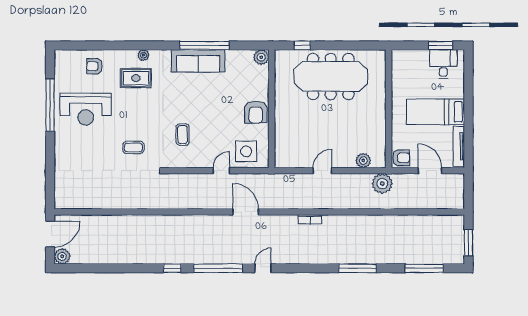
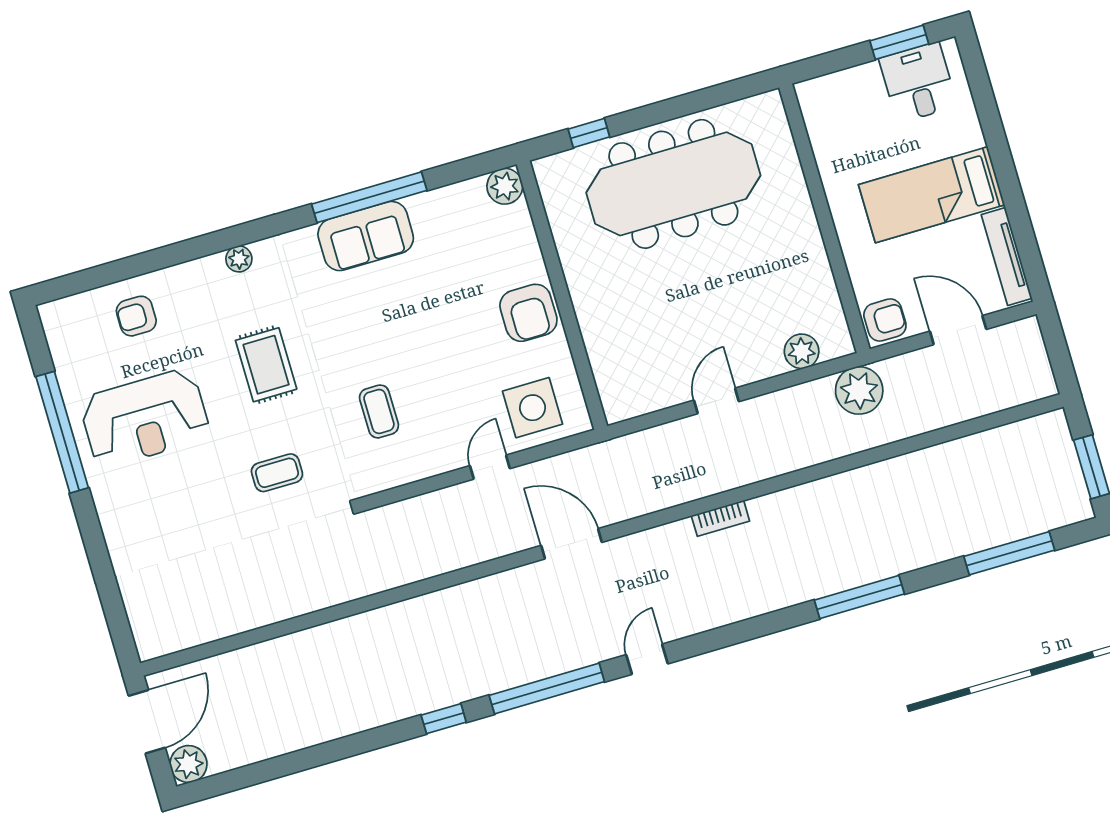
sofa: (198, 61) -> (366, 236), width x0.73
rug: (136, 78) -> (266, 365), moved, turned 90

